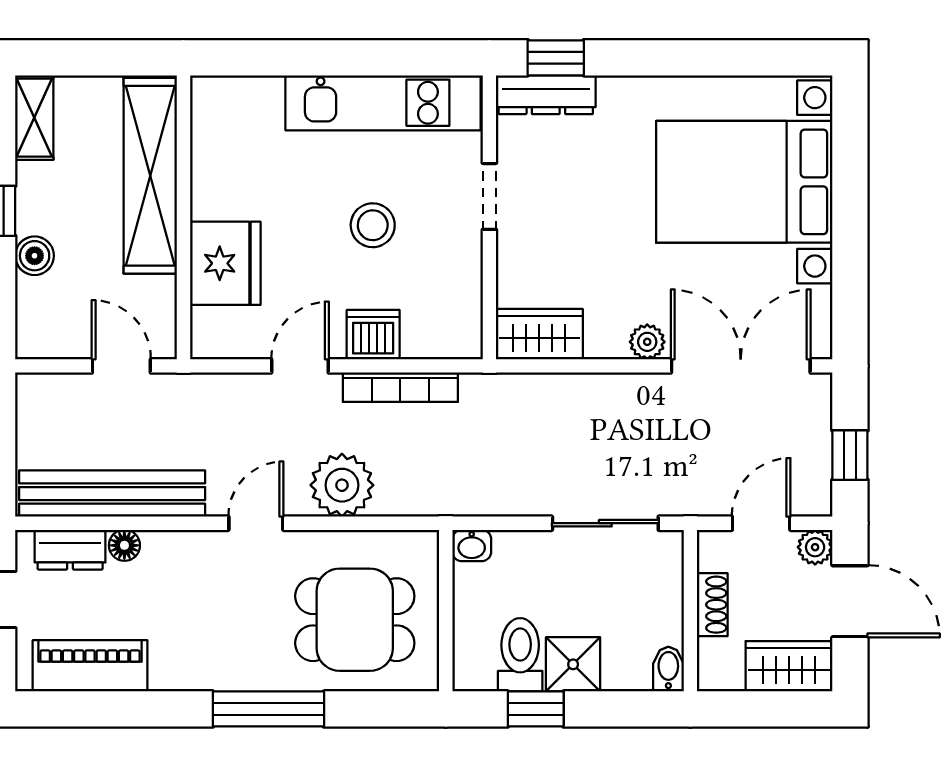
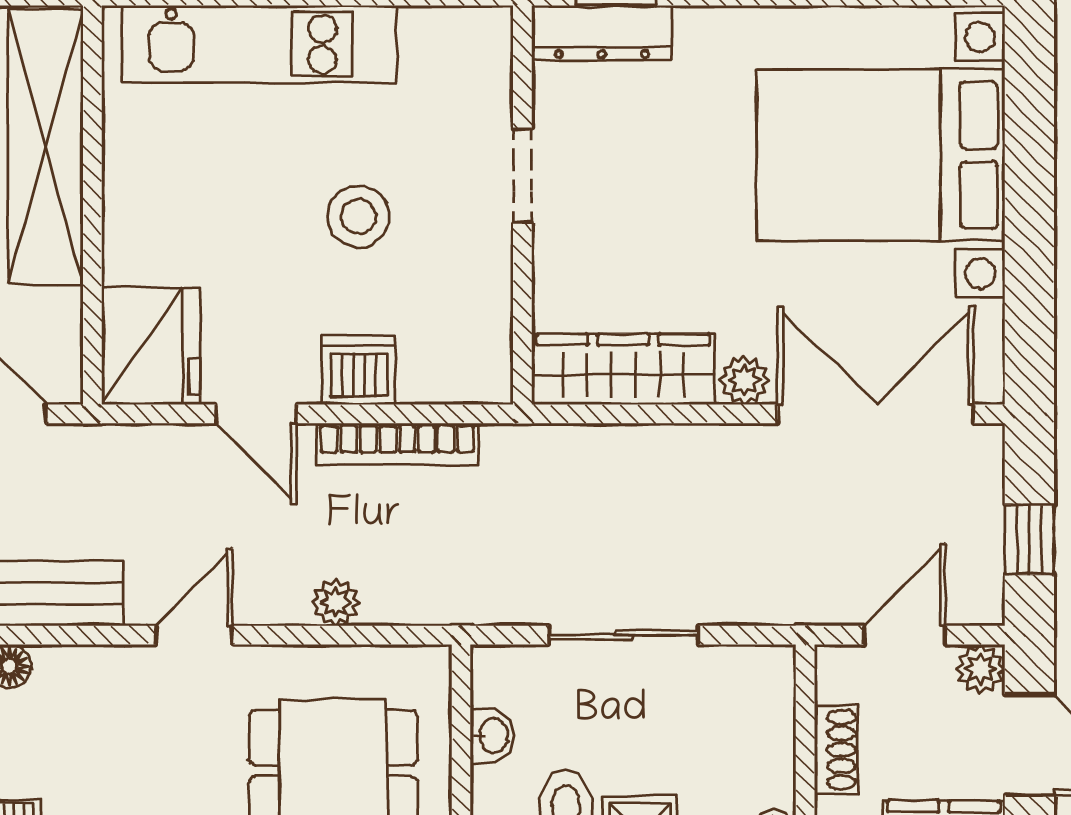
kitchen unit: (383, 103) -> (259, 44), moved
fridge: (225, 263) -> (151, 346), moved
wardrobe: (539, 334) -> (623, 369), width x1.50
door: (300, 366) -> (256, 414), swing flipped
plant: (342, 485) -> (336, 602), width x0.53, depth x0.53
sliding door: (605, 523) -> (624, 635), moved
washbasin: (472, 545) -> (492, 736), moved, turned -90

